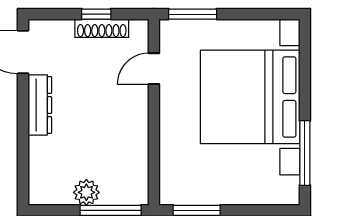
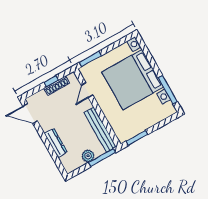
dresser: (40, 105) -> (56, 143), moved
bench: (137, 156) -> (100, 130), added

